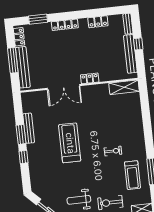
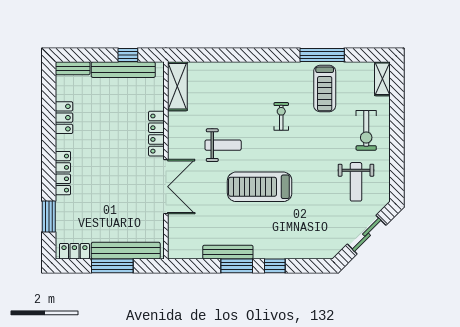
window: (138, 44) -> (128, 55), moved
locker: (90, 78) -> (156, 134), width x1.53
weight bench: (92, 118) -> (223, 145), added
treadmill: (132, 175) -> (325, 88), turned 90

